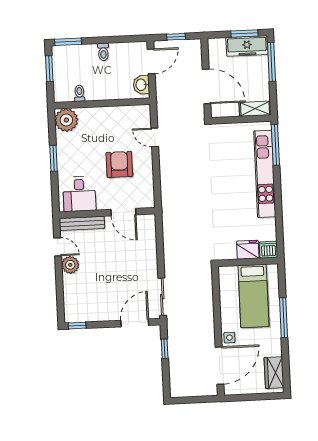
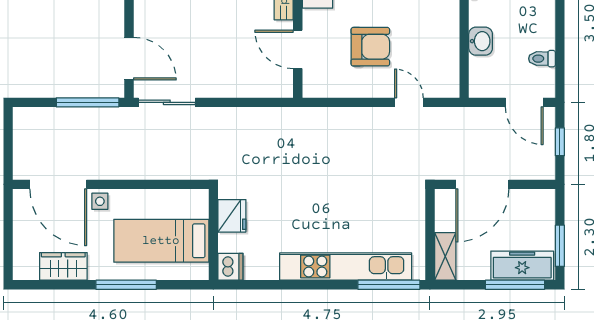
freezer: (247, 46) -> (522, 266), moved, turned 90
toilet: (103, 52) -> (542, 59), moved
washbasin: (141, 85) -> (481, 41), moved, turned 90
door: (155, 137) -> (409, 102), hinge flipped
door: (123, 212) -> (298, 49), hinge flipped
fridge: (248, 250) -> (232, 216), moved
window: (165, 349) -> (88, 102), width x2.17
wardrobe: (274, 373) -> (63, 266), moved

